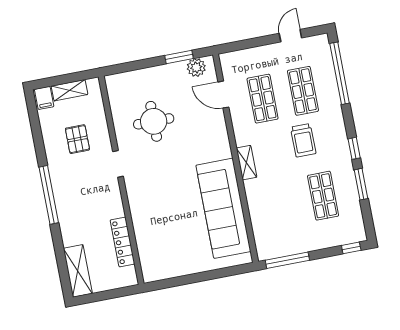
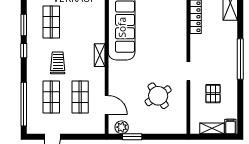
round table: (154, 121) -> (158, 96), turned -34

